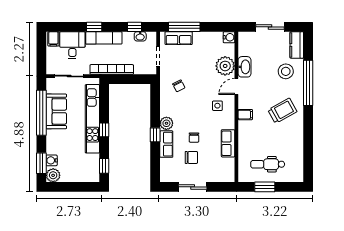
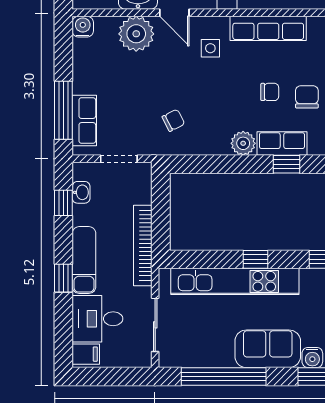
sofa: (56, 111) -> (268, 349), moved
window: (155, 135) -> (286, 164), moved
row of seats: (228, 143) -> (268, 28), width x1.48

